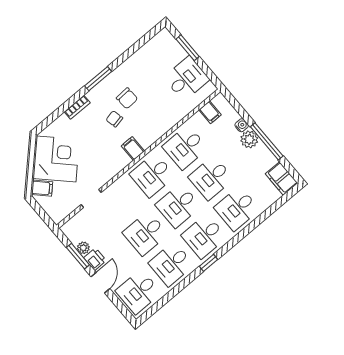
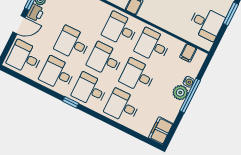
window: (267, 141) -> (190, 96), moved

